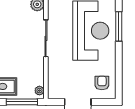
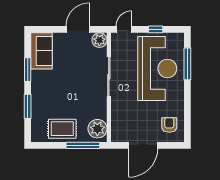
plant: (39, 91) -> (97, 129), width x1.88, depth x1.88

